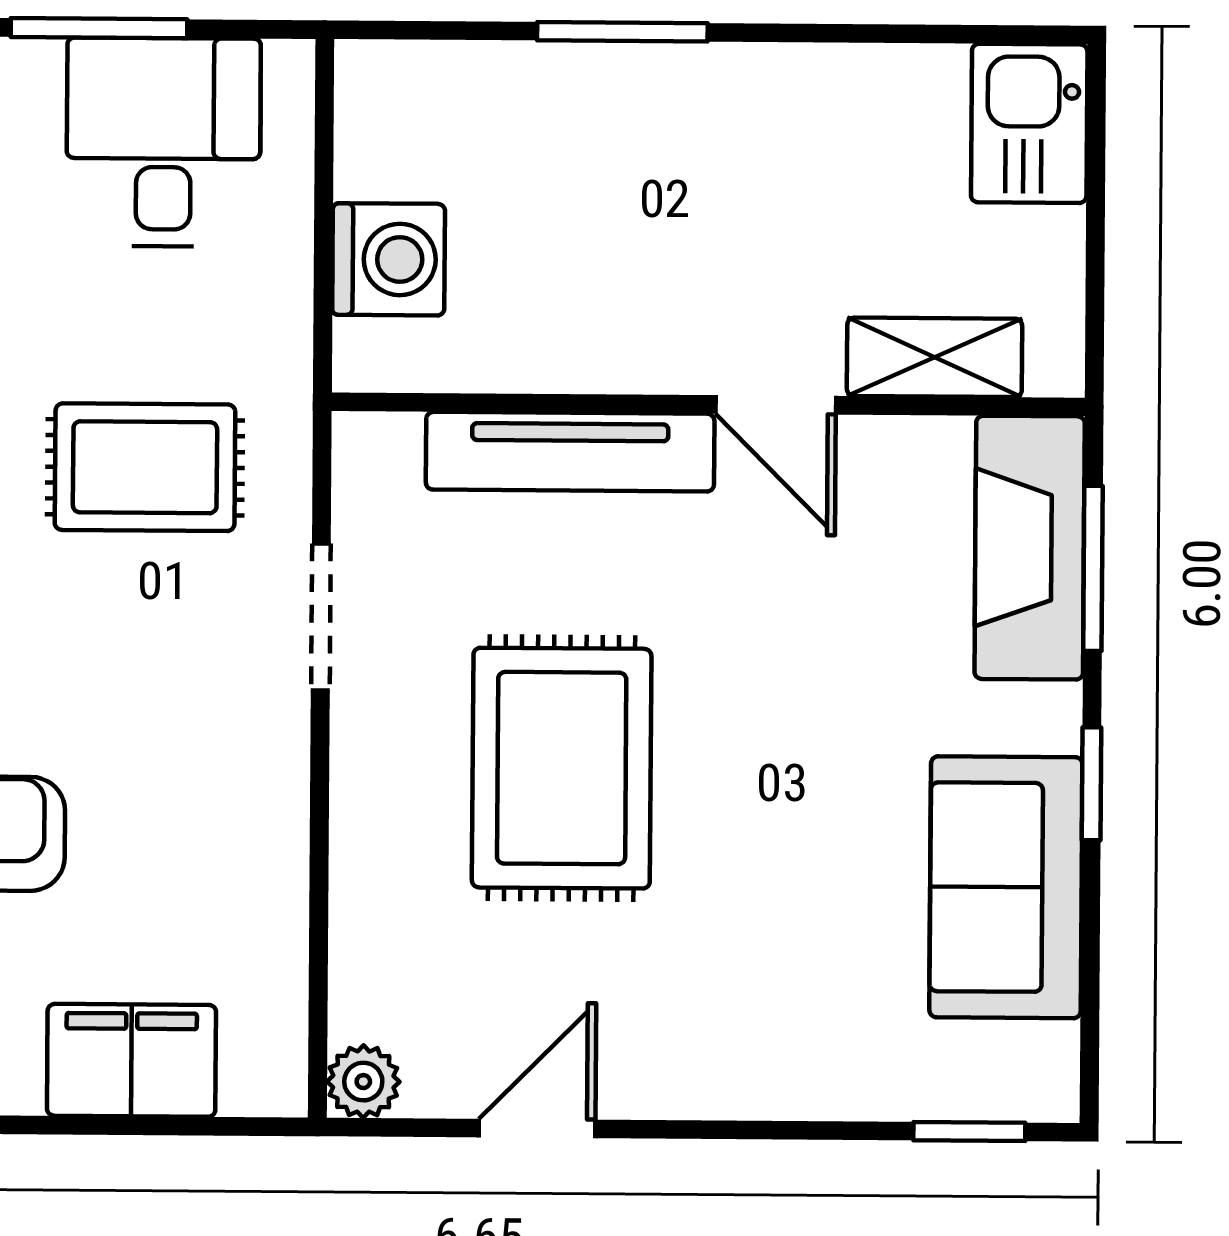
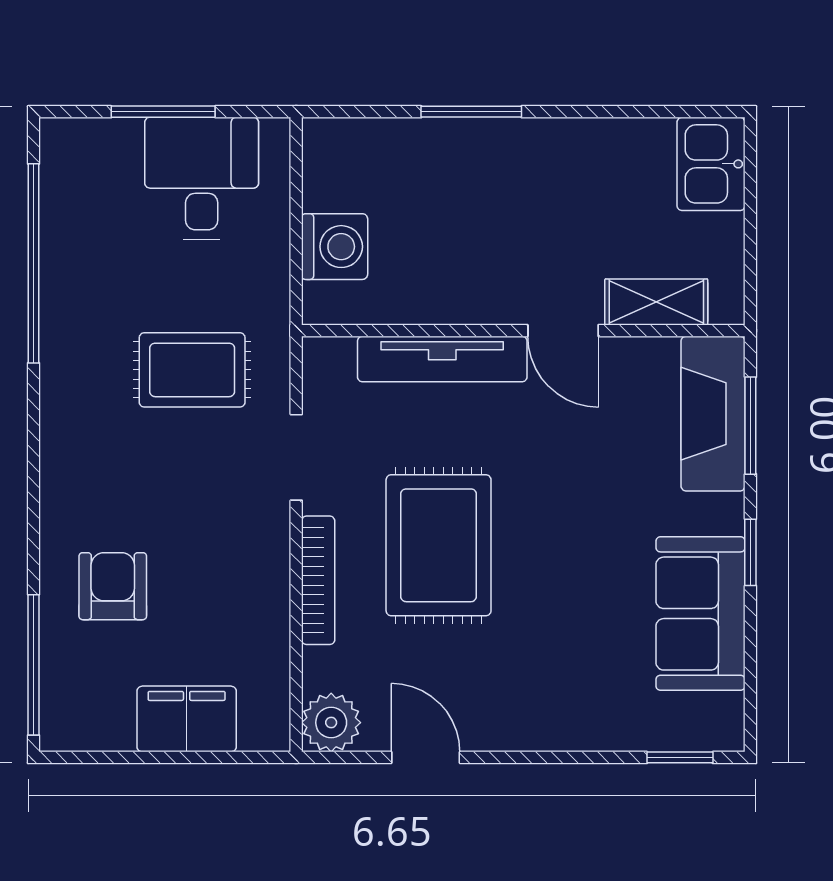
bookcase: (357, 826) -> (318, 580), added
plant: (363, 1082) -> (331, 723), width x1.38, depth x1.38
door: (537, 1128) -> (426, 757), hinge flipped

